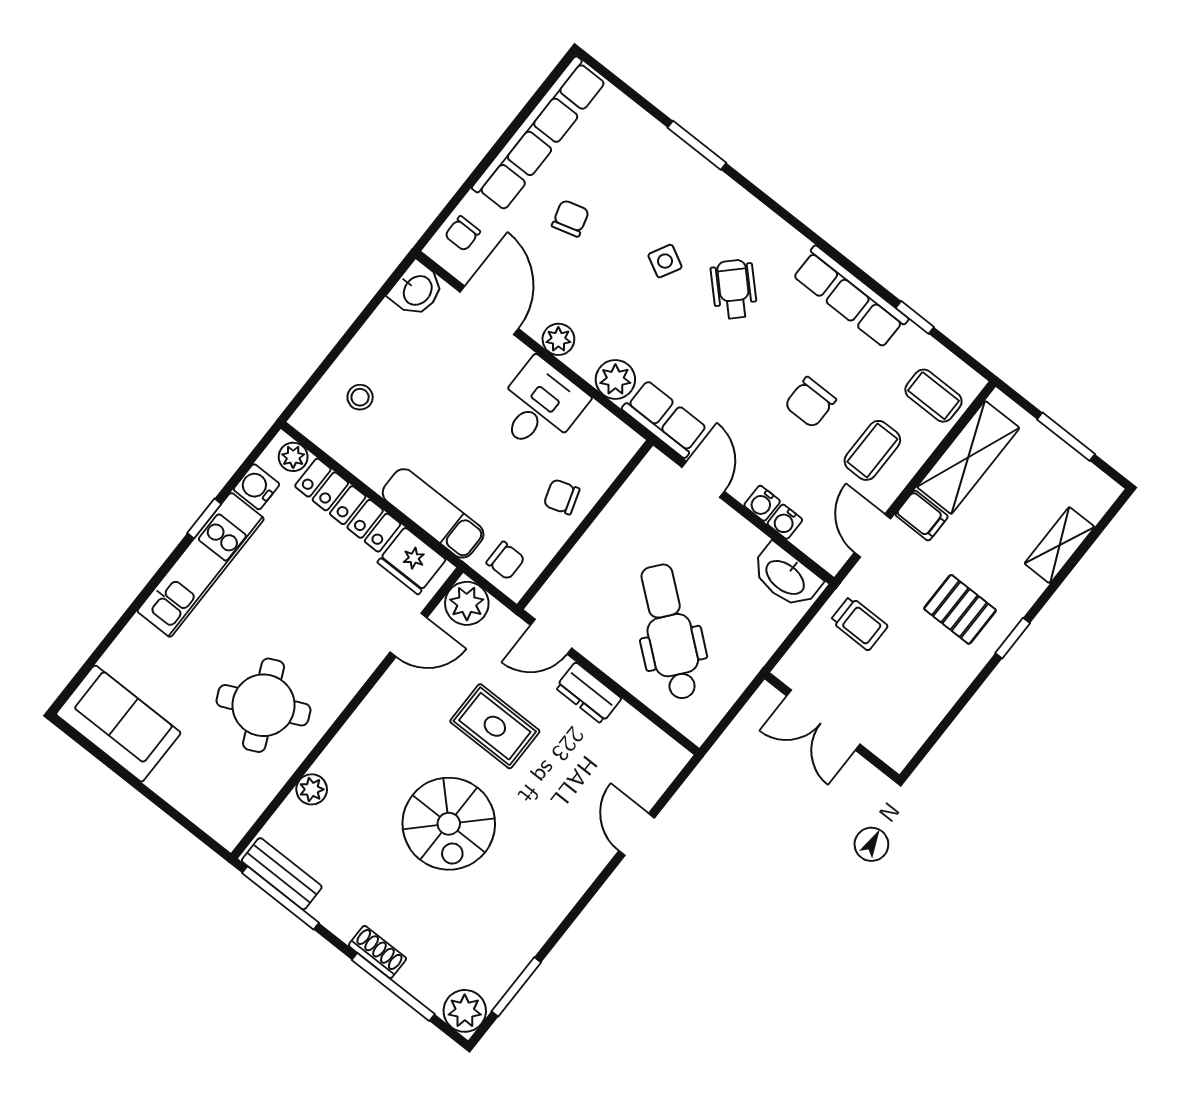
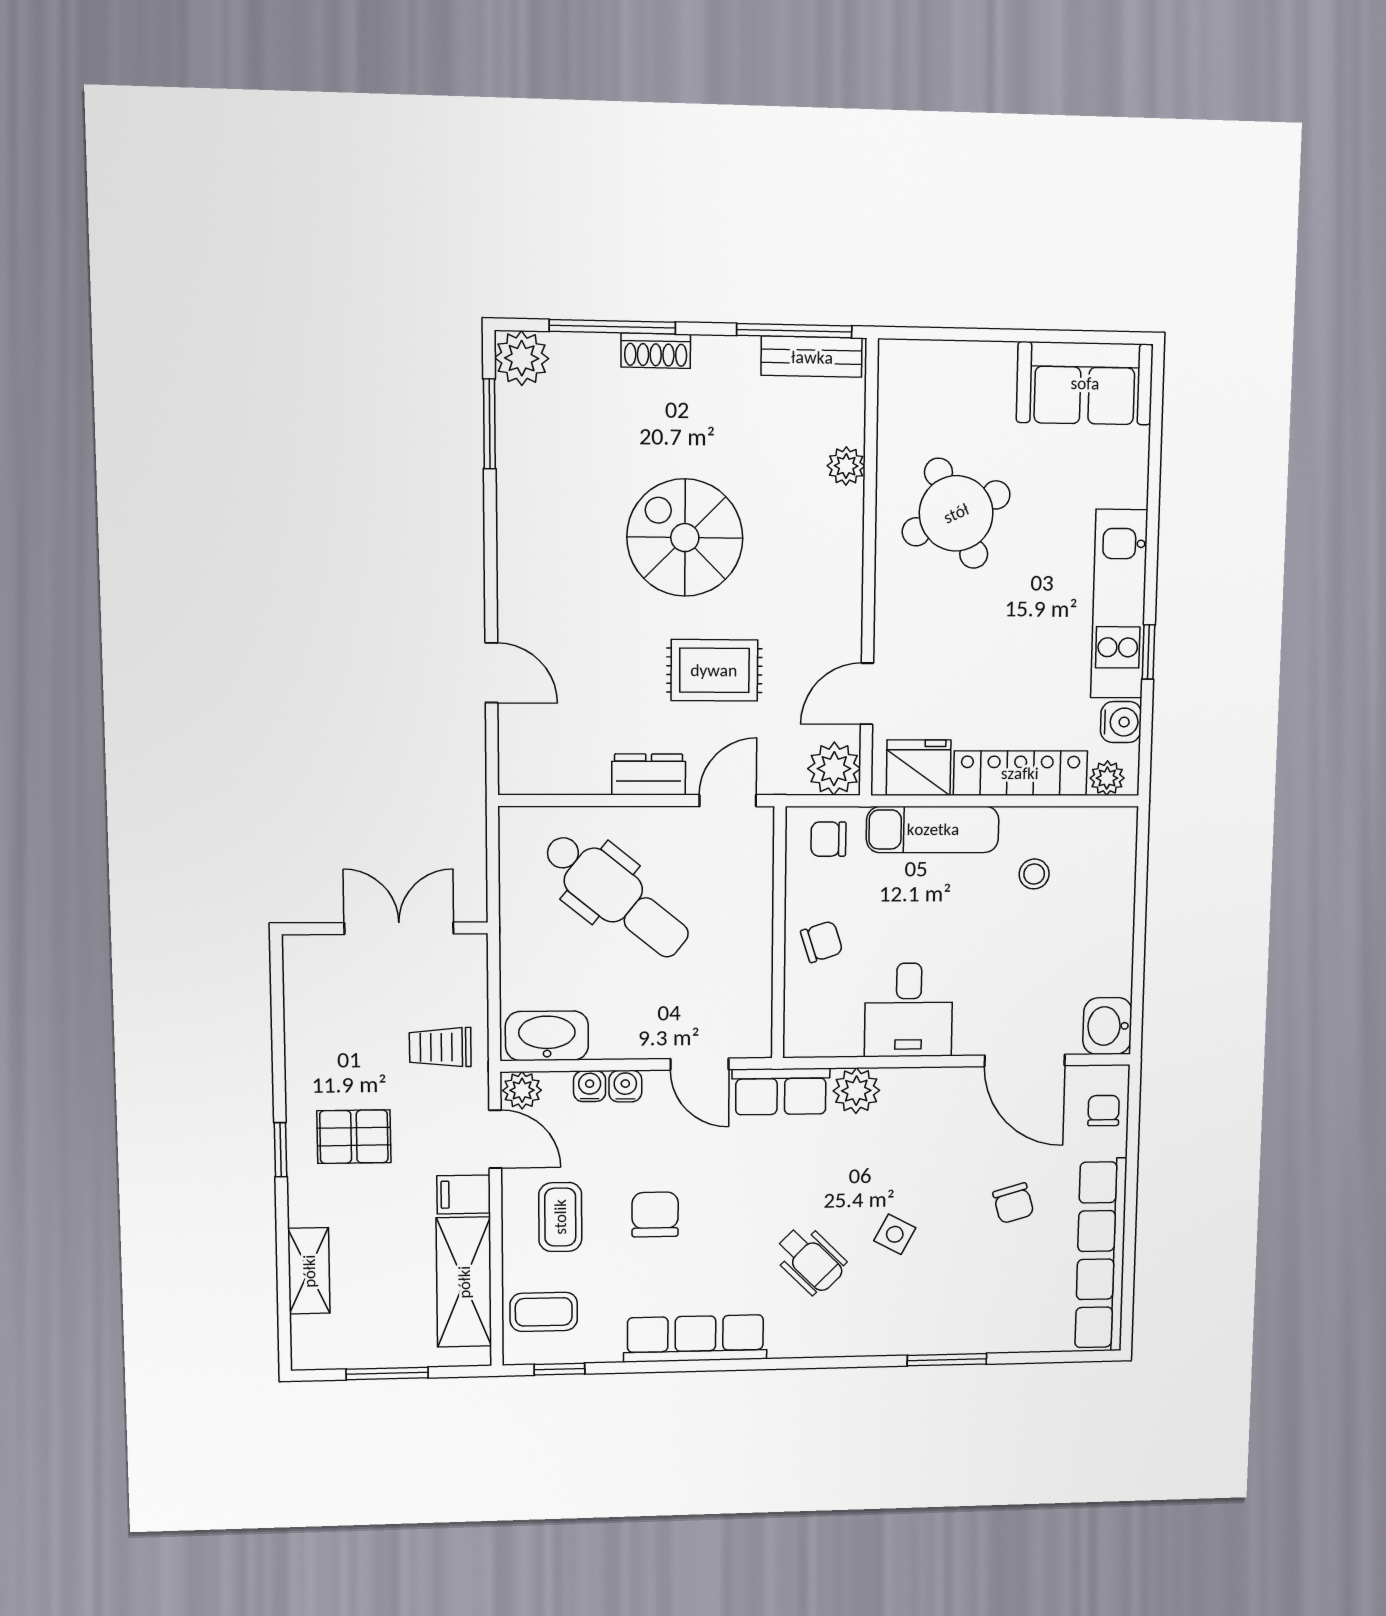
window: (915, 317) -> (559, 1369), moved
plant: (558, 339) -> (522, 1090), moved
stool: (360, 397) -> (1034, 874), moved

